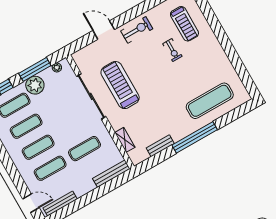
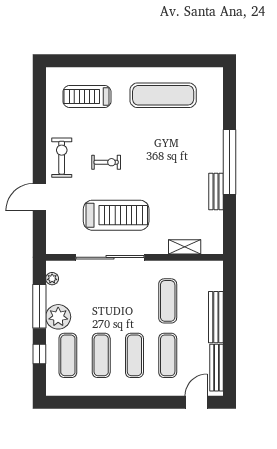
treadmill: (184, 24) -> (87, 97), turned 180
exercise bike: (172, 50) -> (106, 162), moved
treadmill: (120, 85) -> (116, 215), turned 180
exercise mat: (210, 101) -> (163, 95), moved, turned 90
bench: (160, 146) -> (216, 192), moved
bench: (111, 174) -> (216, 317), moved

